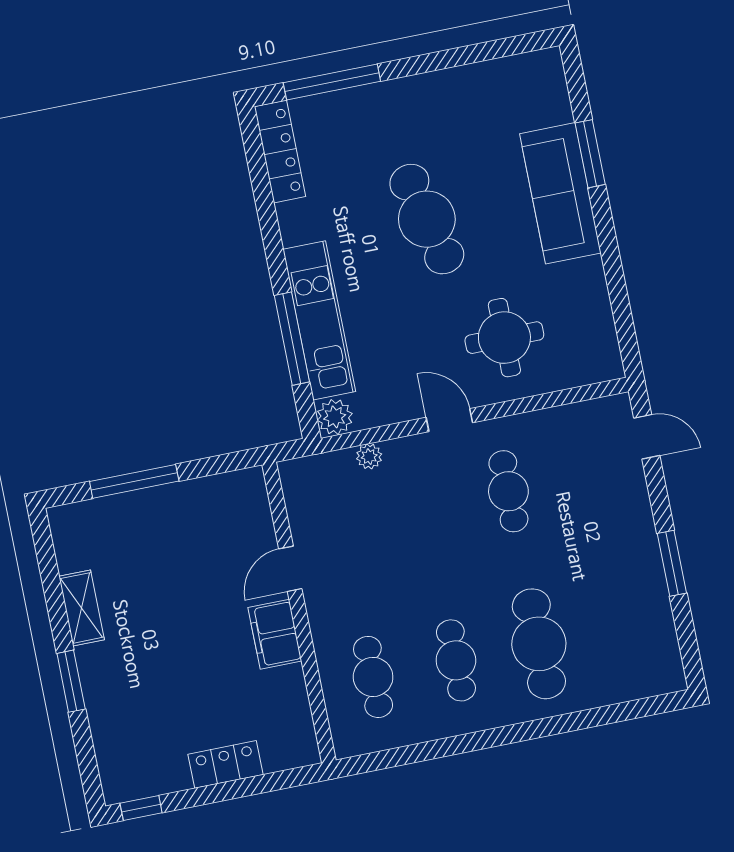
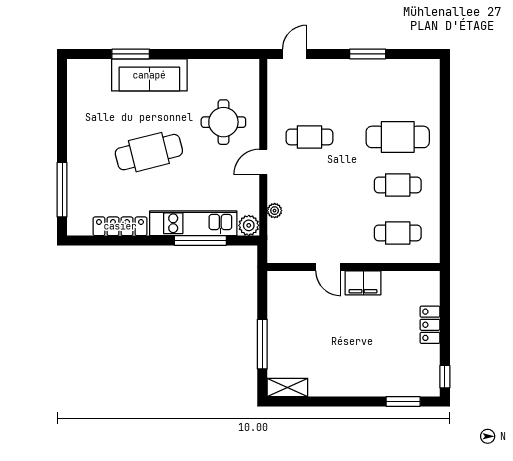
locker: (280, 151) -> (120, 226), moved
shelving: (82, 608) -> (287, 387), moved
window: (71, 681) -> (403, 401), moved

